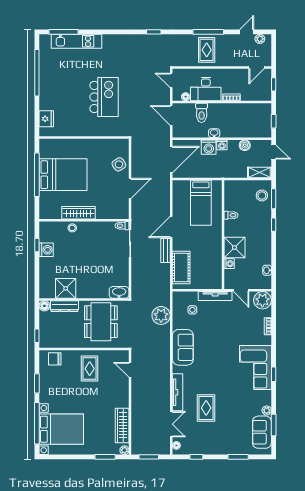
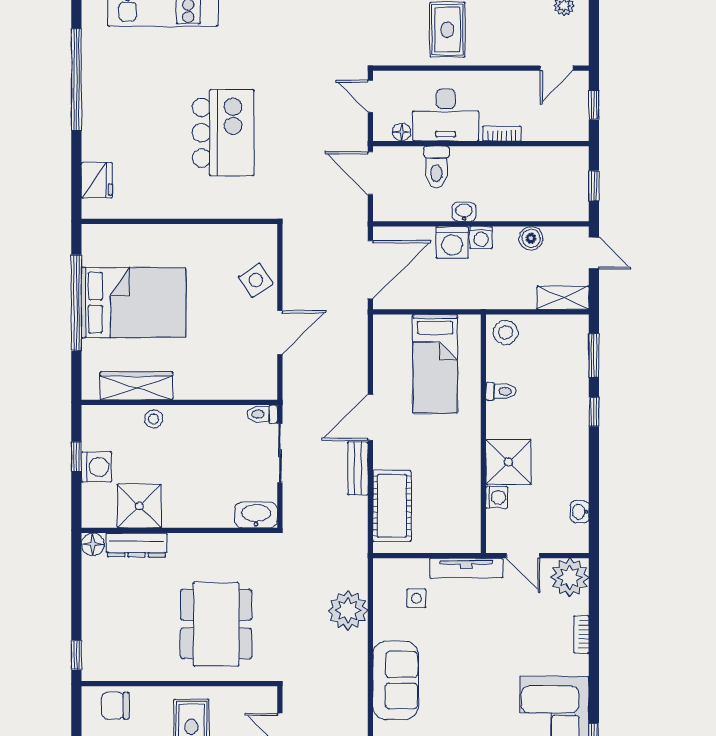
stool: (262, 195) -> (506, 332), moved
wardrobe: (79, 213) -> (136, 386), moved
shower: (66, 288) -> (139, 506), moved
washbasin: (119, 292) -> (256, 515), moved
wall: (84, 300) -> (179, 530), moved
floor lamp: (44, 306) -> (93, 544), moved
dresser: (64, 306) -> (137, 545), moved

